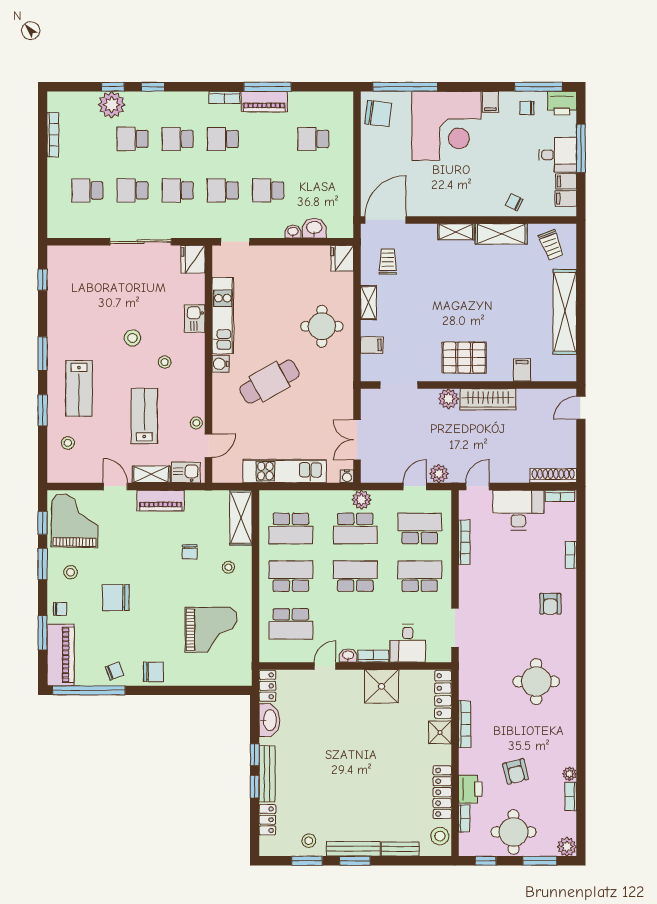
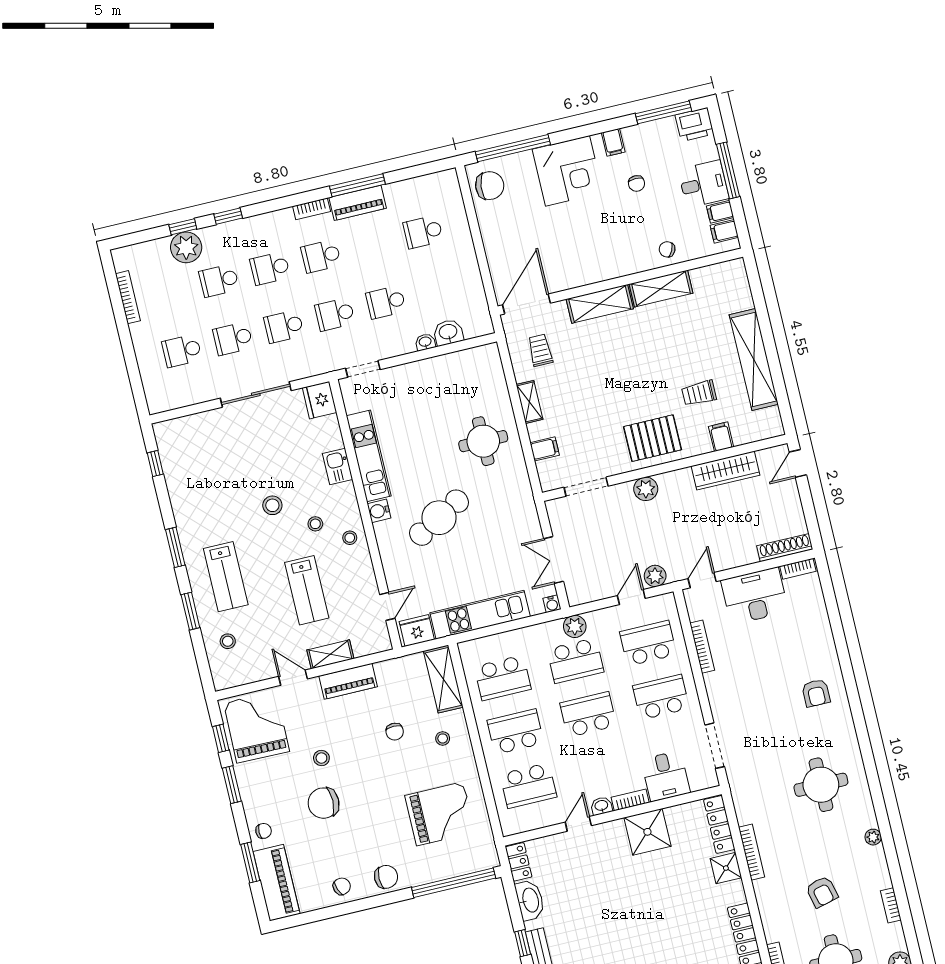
chair: (527, 108) -> (636, 183), moved, turned -90
corner desk: (446, 126) -> (568, 171), width x0.74, depth x0.74
shelving: (456, 232) -> (600, 304), width x1.50, depth x1.33
trolley: (551, 245) -> (699, 393), moved, turned 111
fridge: (342, 258) -> (417, 630), moved, turned 90
wardrobe: (488, 399) -> (726, 471), moved
lab bench: (144, 416) -> (307, 590), turned 180
stool: (196, 423) -> (350, 538), moved
kitchen sink: (186, 472) -> (369, 643), removed
bookcase: (571, 555) -> (826, 632), removed
stool: (71, 572) -> (321, 758), moved
window: (89, 690) -> (454, 883), moved
plant: (569, 774) -> (873, 837), moved
printer: (470, 789) -> (775, 924), removed

